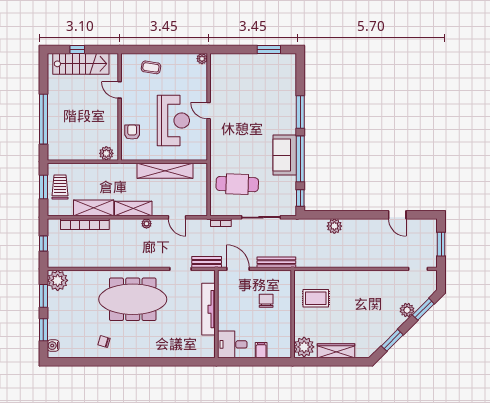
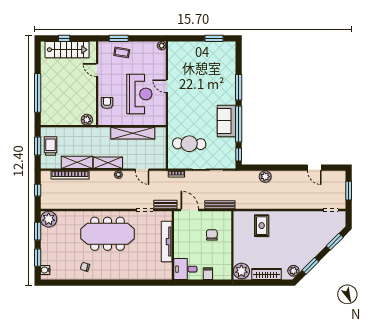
window: (147, 49) -> (119, 38), added
rug: (316, 298) -> (262, 226), moved, turned 90
plant: (407, 310) -> (293, 271), moved

